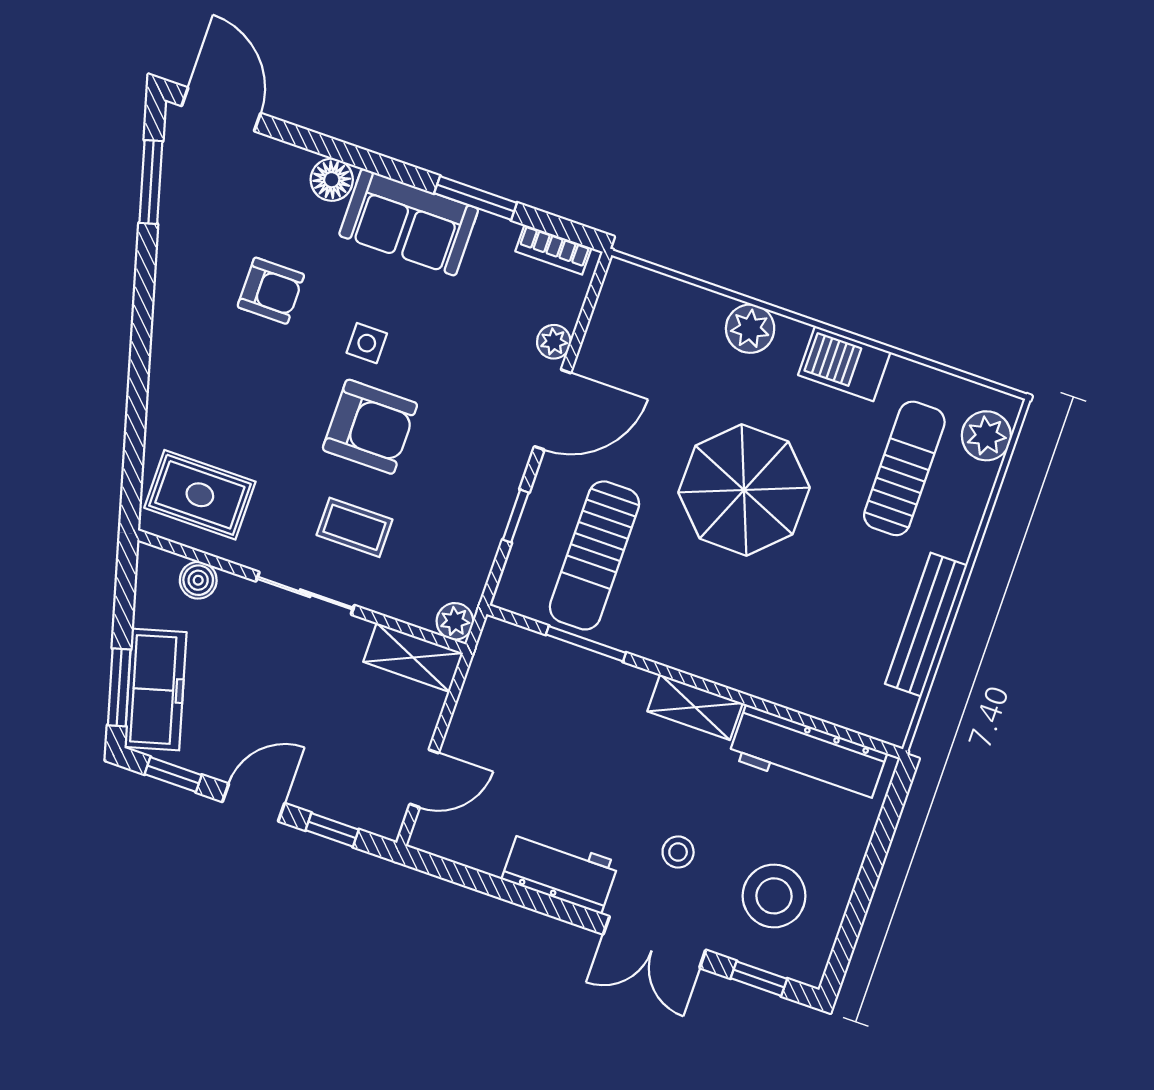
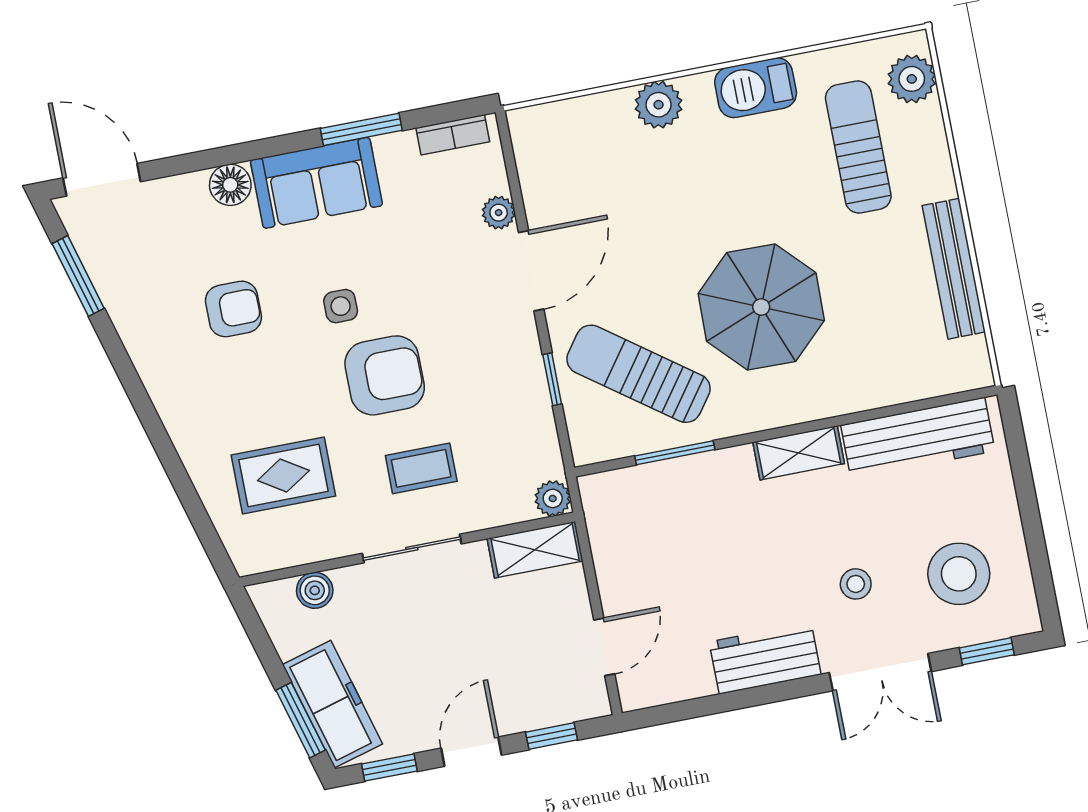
parasol: (744, 490) -> (761, 307), moved
rug: (200, 495) -> (283, 476), moved
sun lounger: (594, 555) -> (638, 374), turned 126

